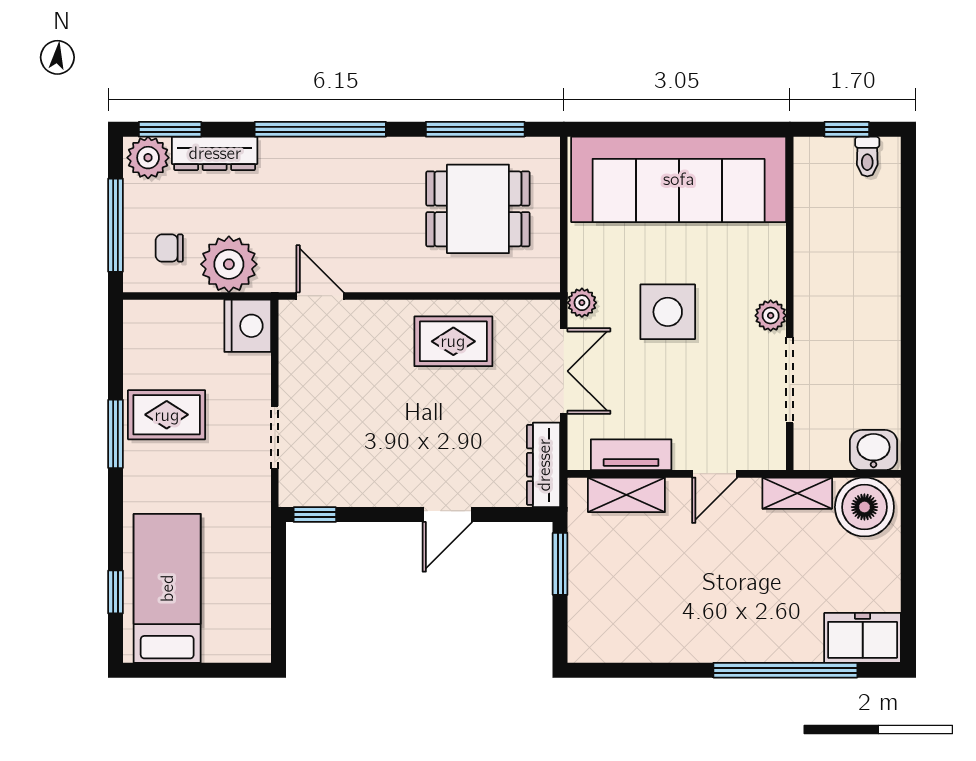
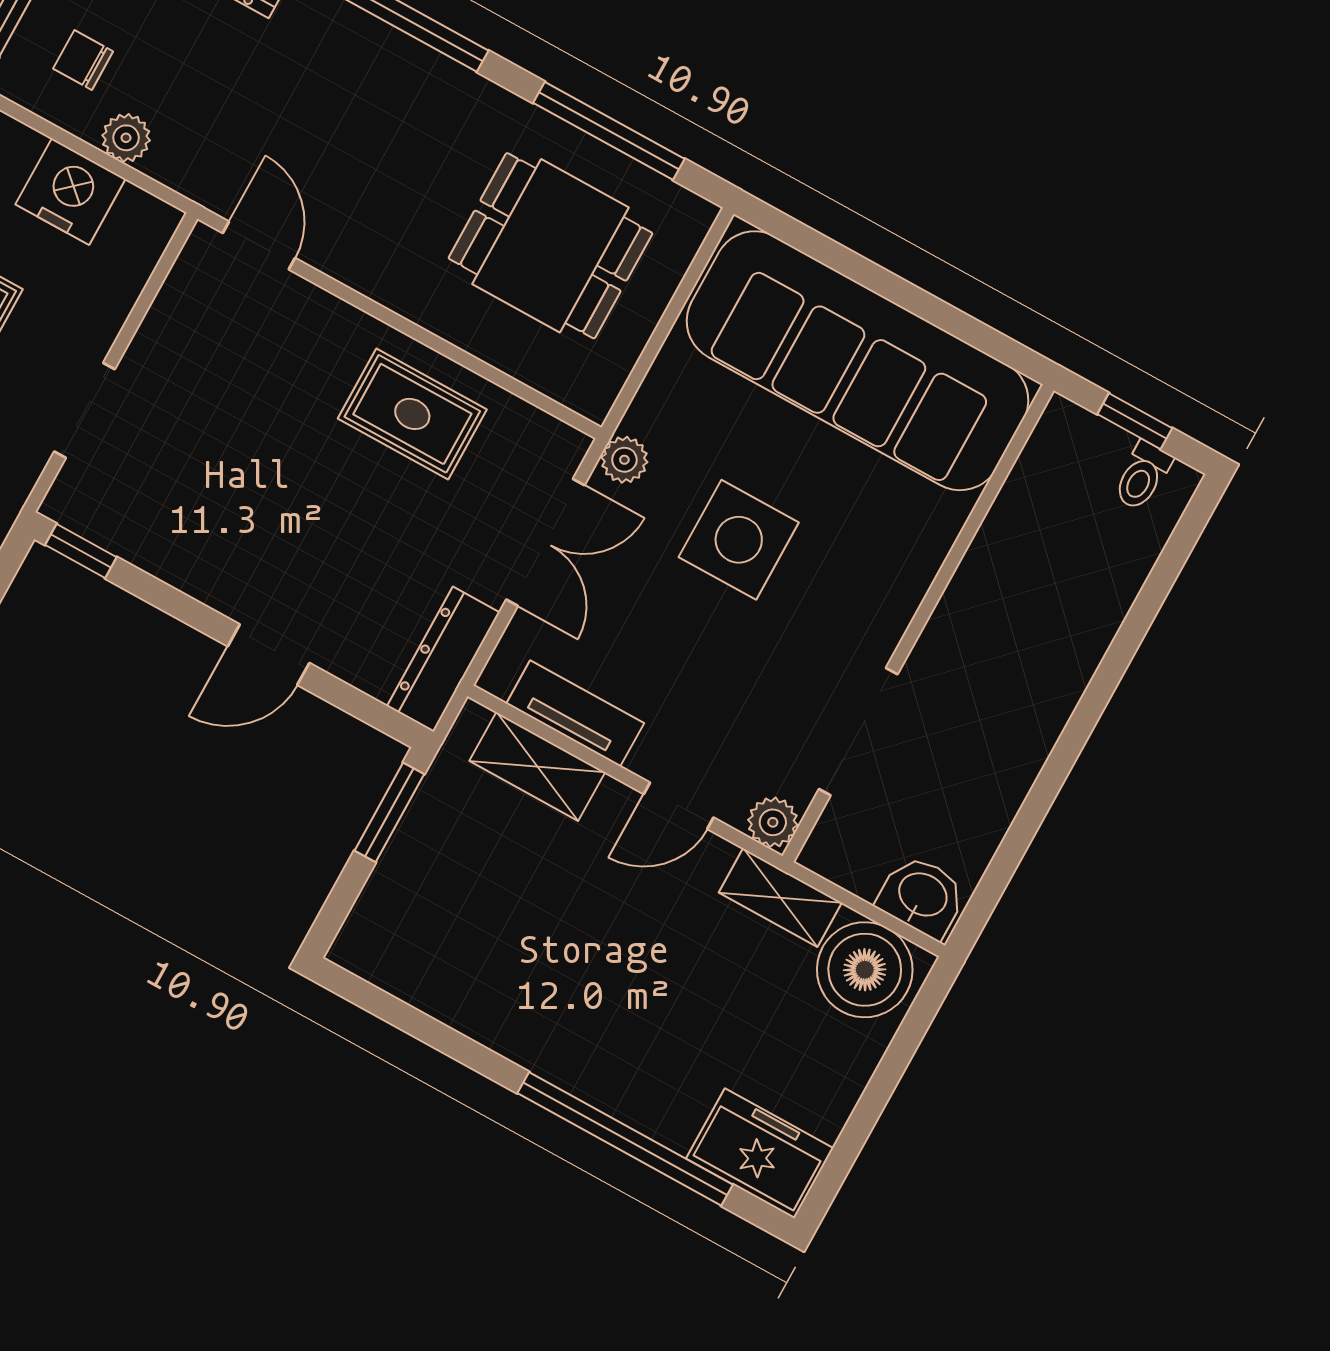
plant: (229, 264) -> (126, 138), width x0.53, depth x0.53
plant: (771, 316) -> (773, 822), moved
nightstand: (248, 326) -> (70, 192), moved, turned -90

